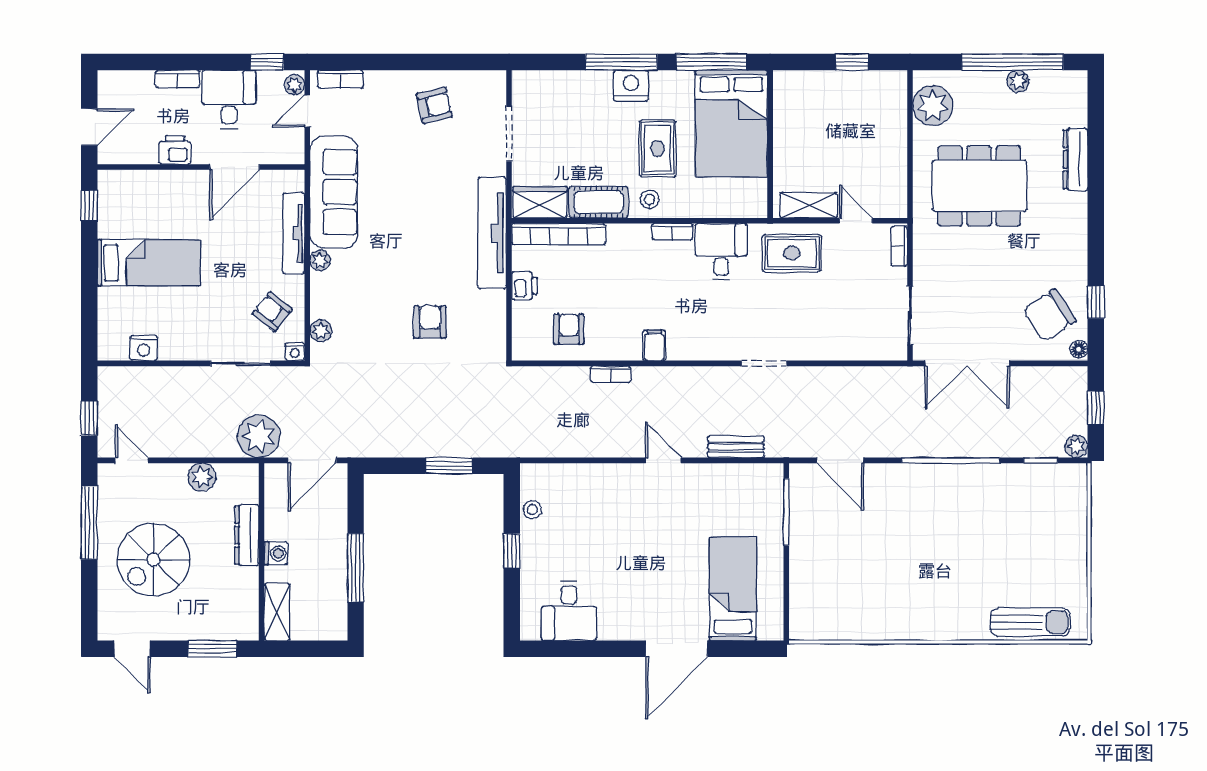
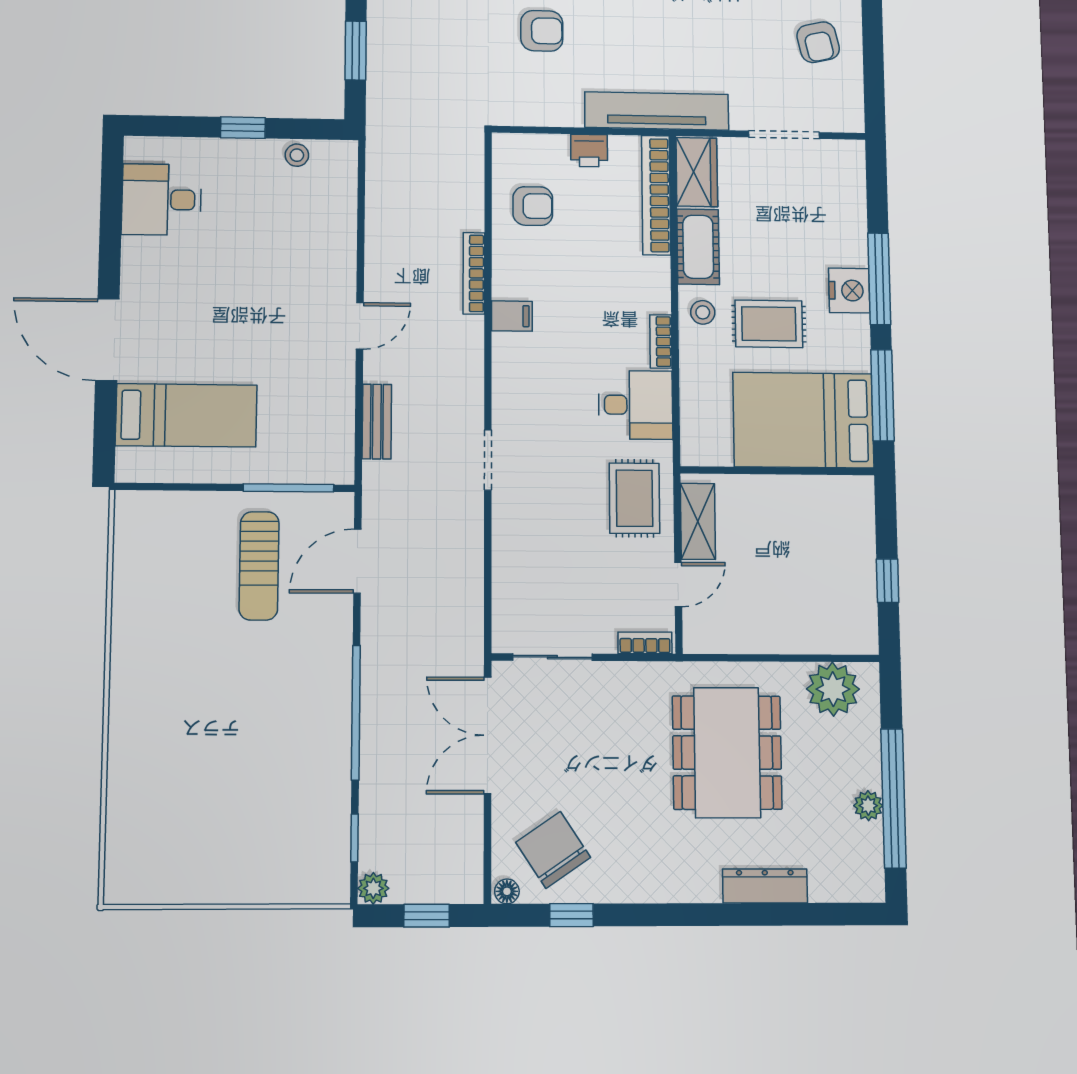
bookcase: (611, 374) -> (474, 273), width x1.56
sun lounger: (1030, 622) -> (259, 566), moved

